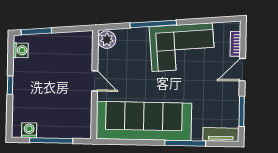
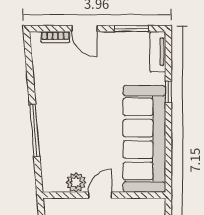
plant: (107, 40) -> (76, 182), moved
corner sofa: (182, 47) -> (60, 97), removed
window: (185, 143) -> (168, 92), width x0.46

